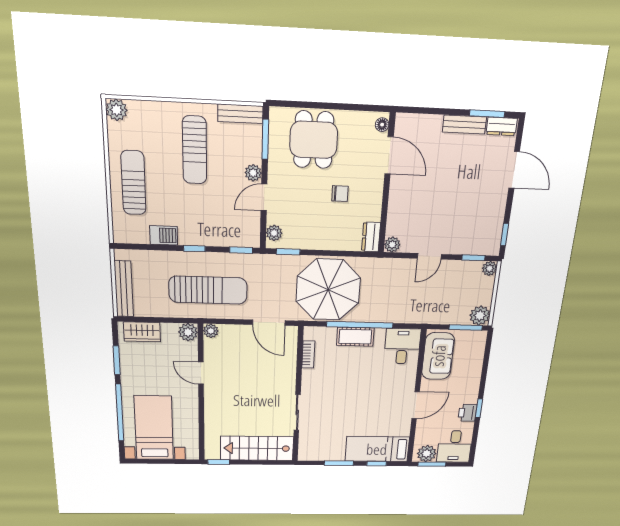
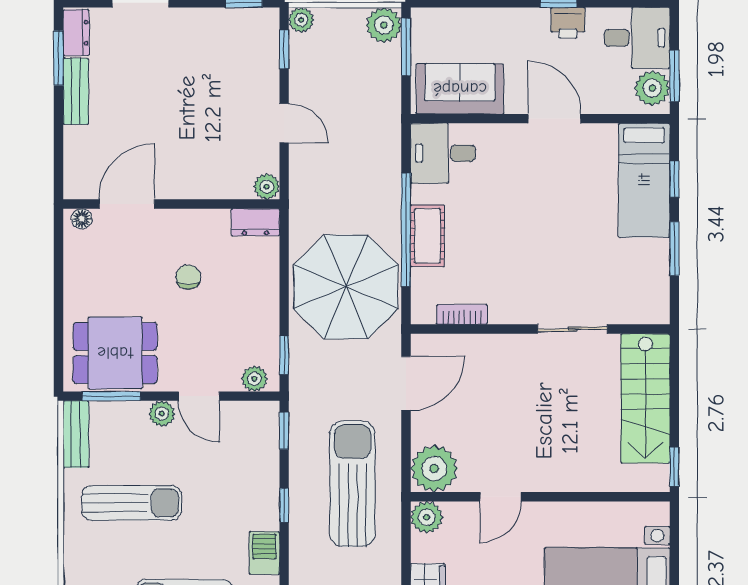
dining table: (314, 140) -> (115, 353), moved
plant: (211, 331) -> (434, 469), width x1.87, depth x1.87

